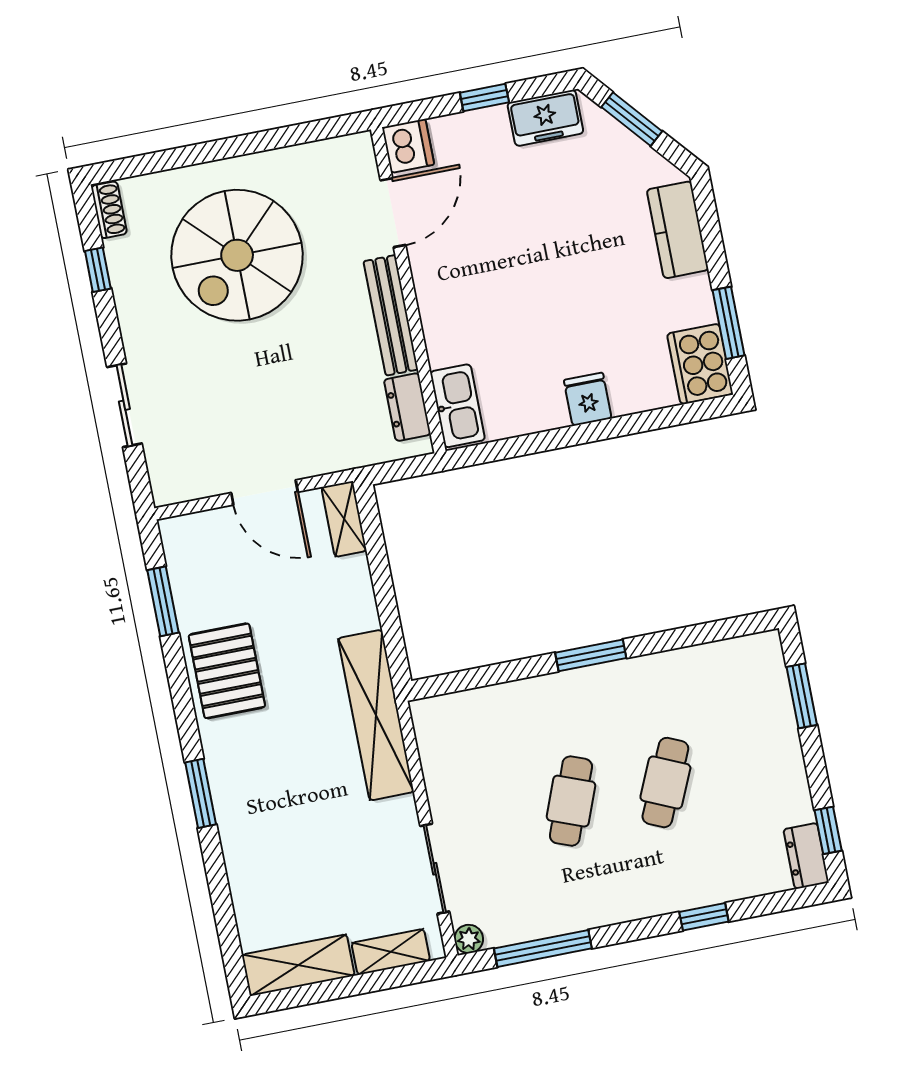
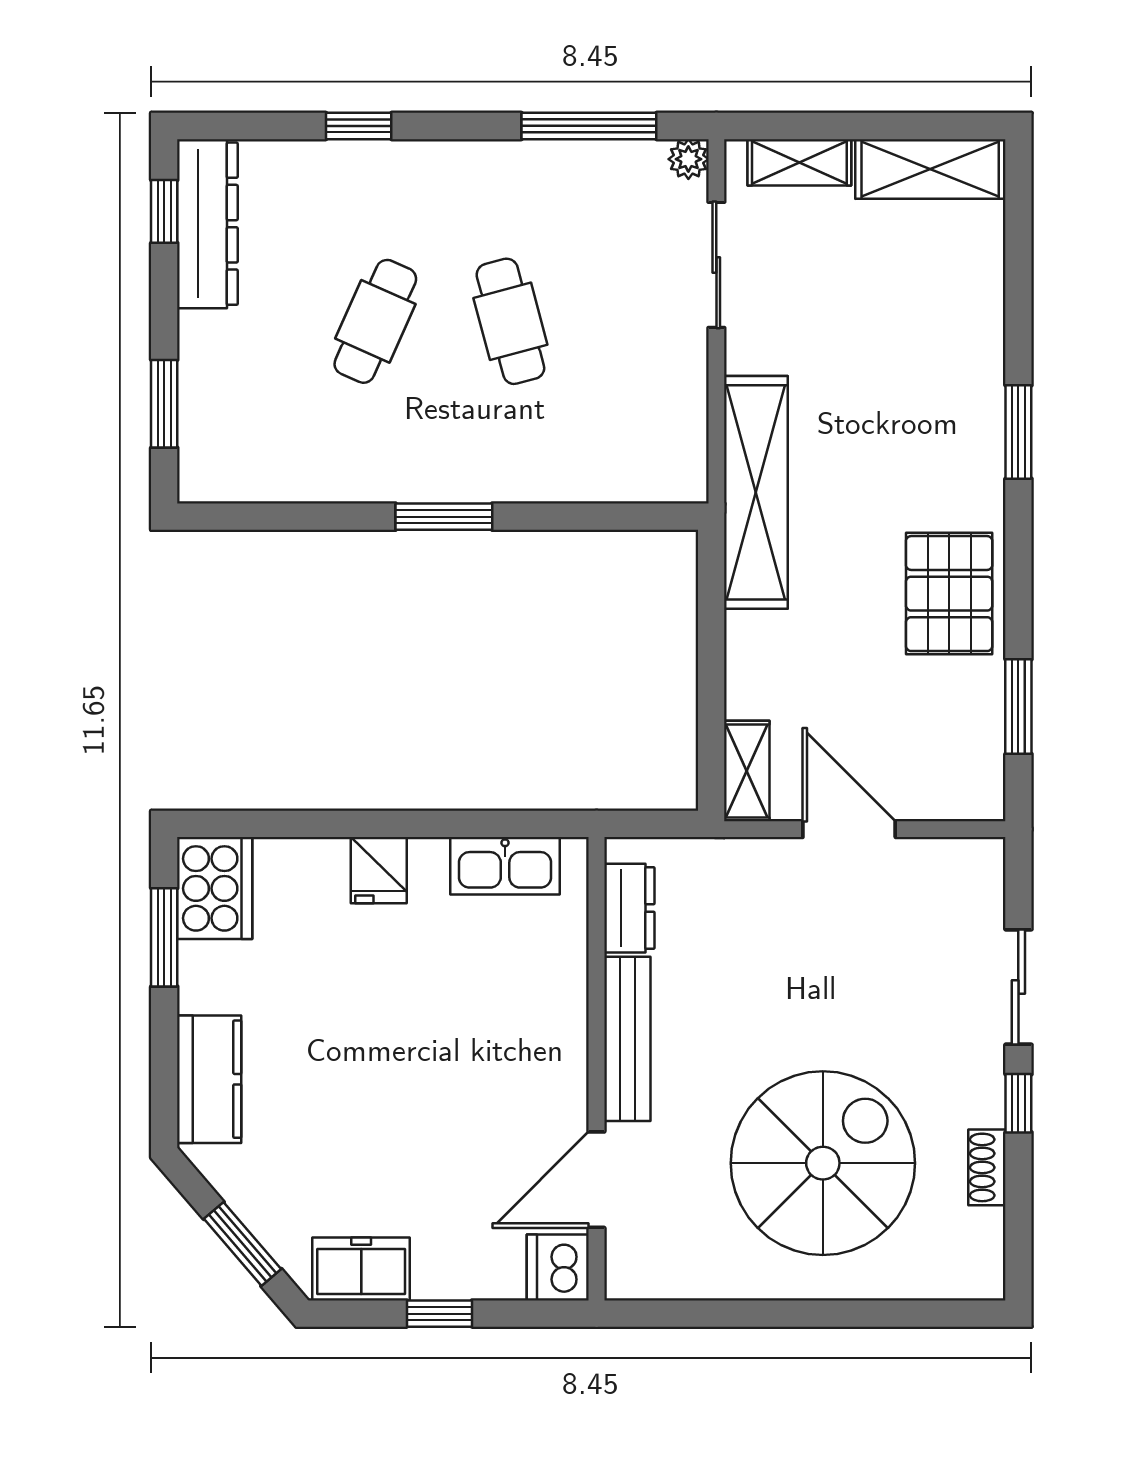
shoe rack: (109, 210) -> (987, 1167), moved
window: (98, 270) -> (1018, 1103), moved
kitchen sink: (458, 406) -> (505, 866), moved, turned -90
cafe table: (571, 801) -> (510, 321), turned -36
dresser: (806, 856) -> (207, 224), width x1.96, depth x1.24

